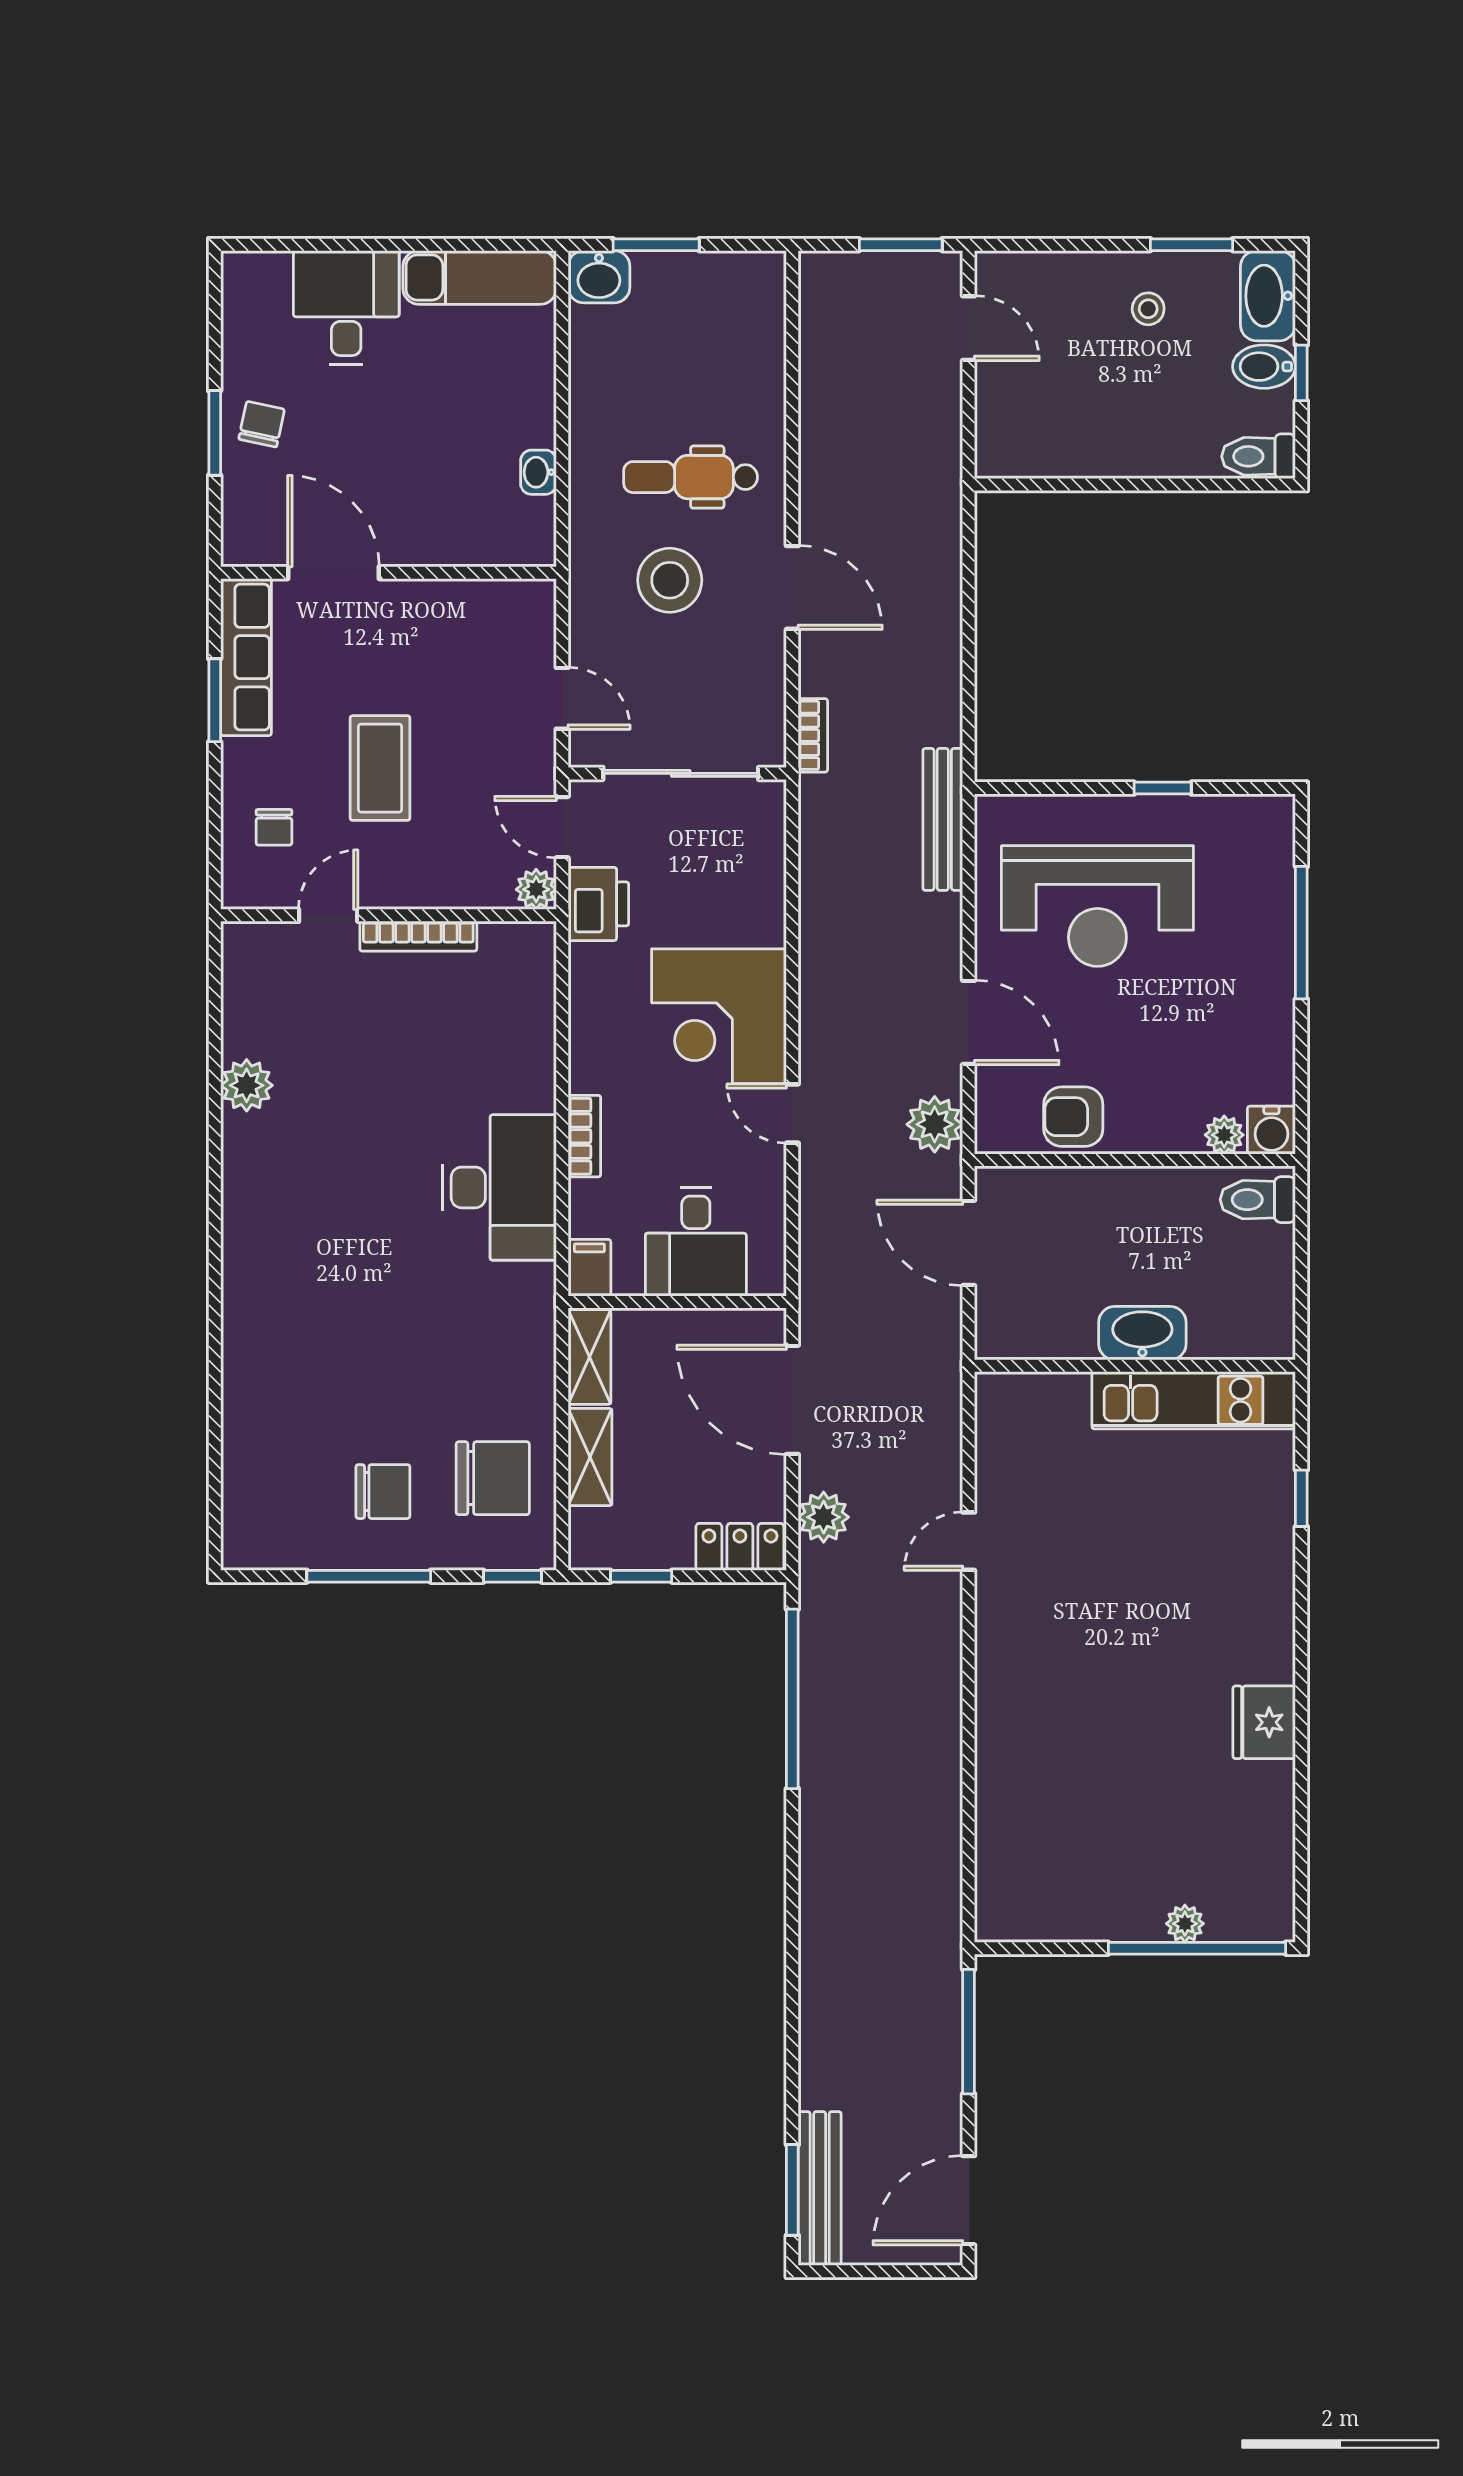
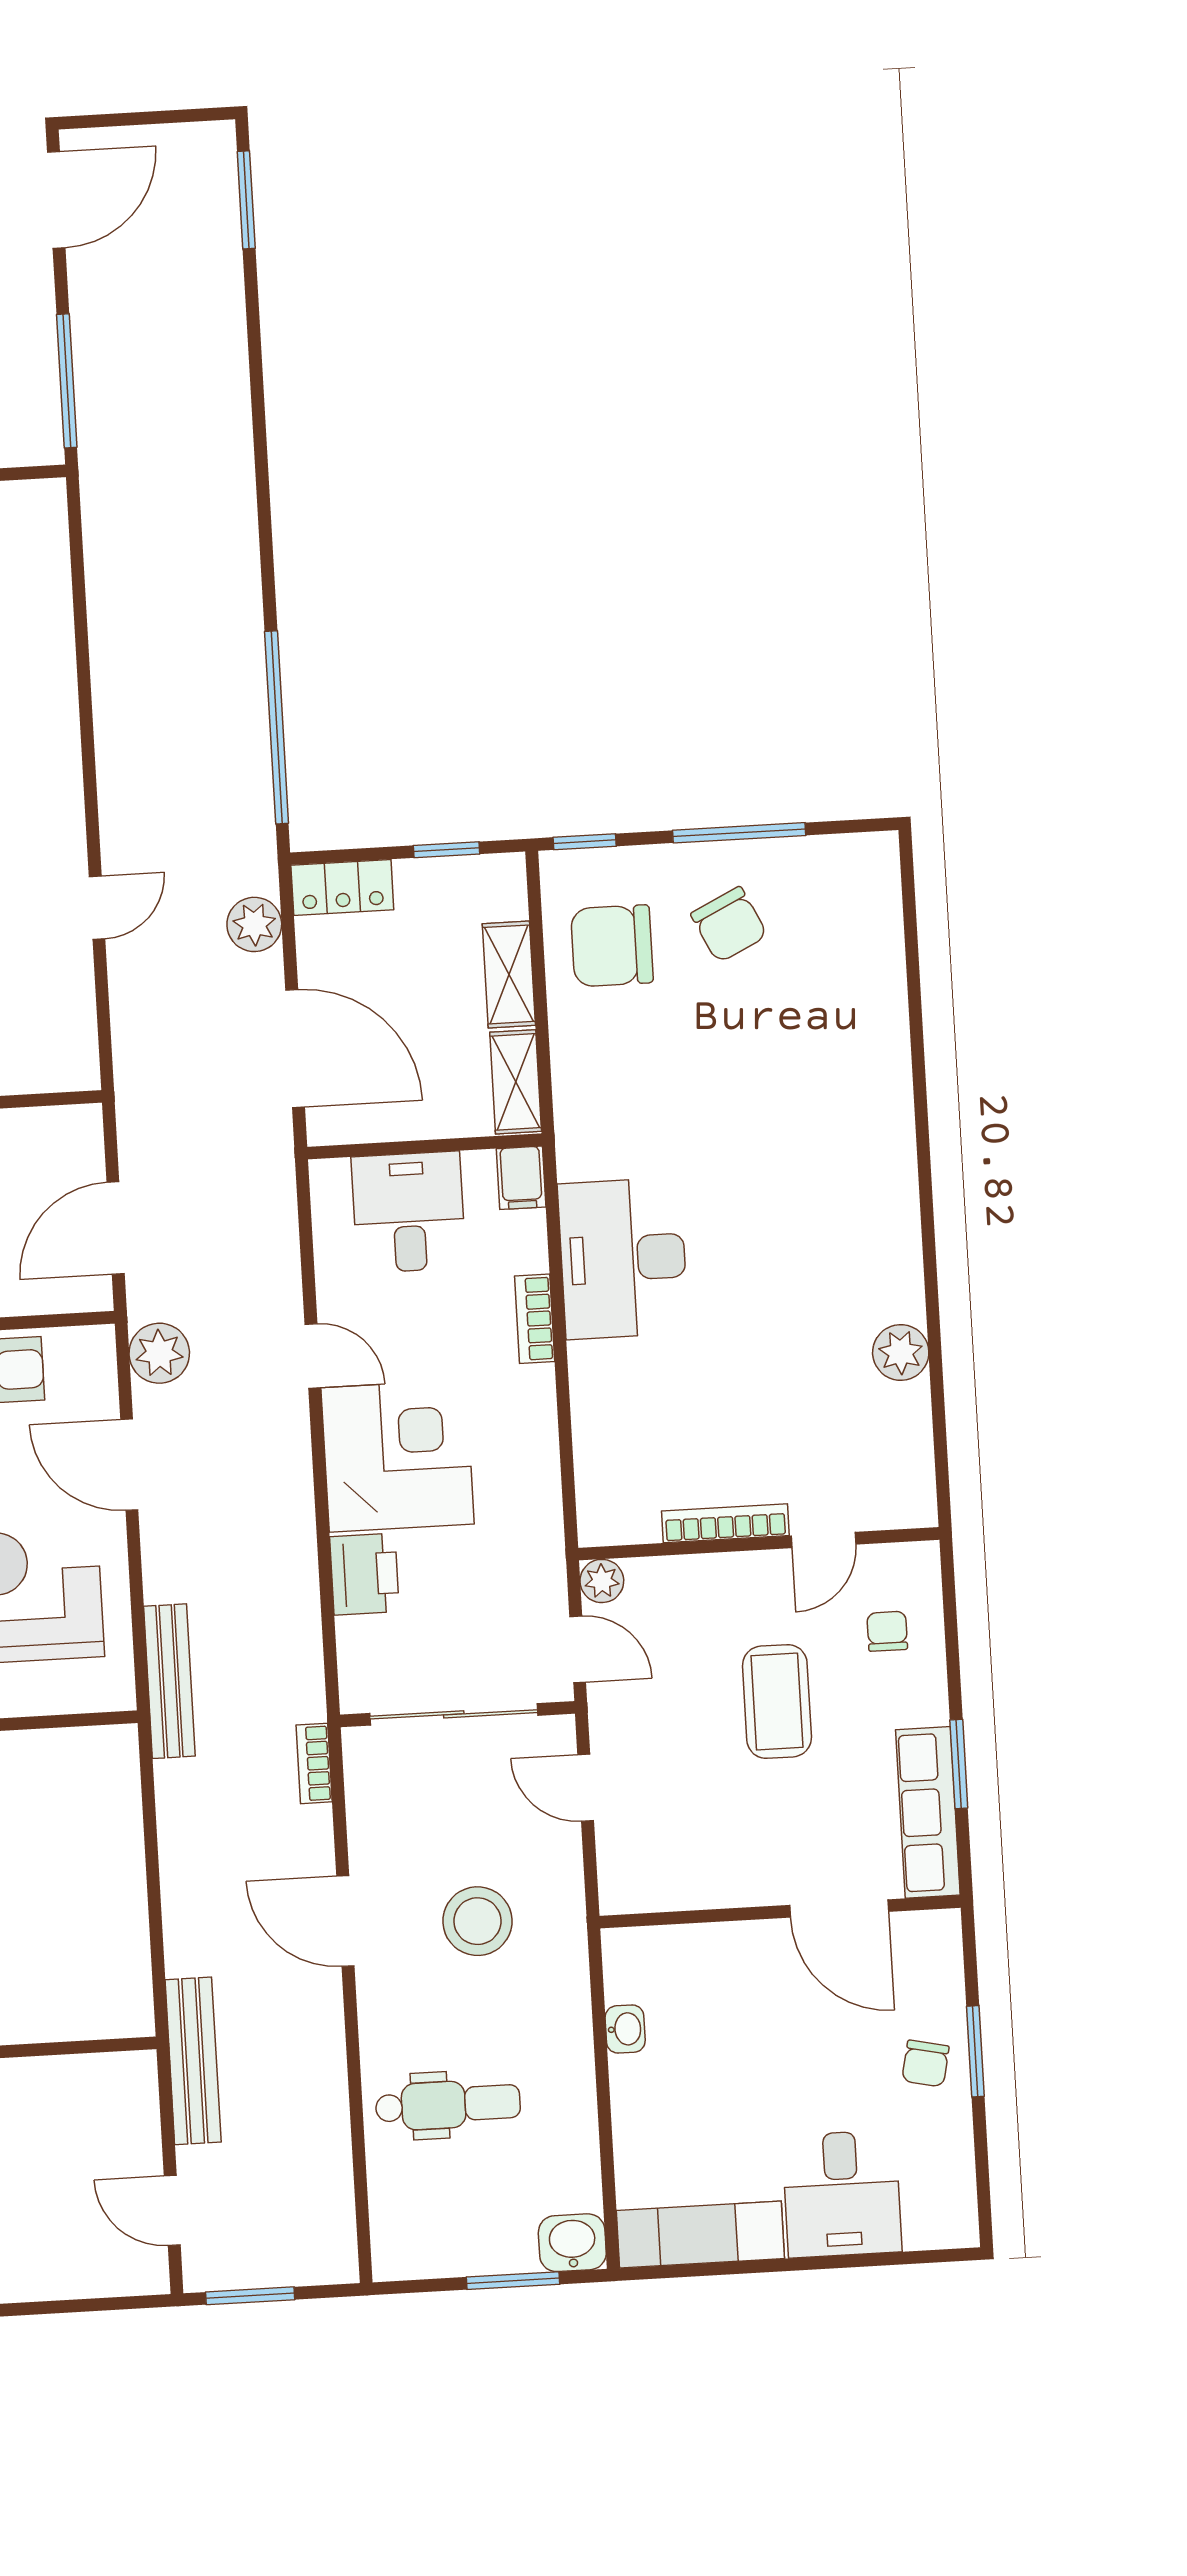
dental chair: (691, 477) -> (448, 2105), moved
printer: (598, 904) -> (364, 1574), moved, turned 180
door: (969, 1243) -> (116, 1228), swing flipped
chair: (383, 1492) -> (729, 925), turned -116
bench: (820, 2188) -> (193, 2061), moved

